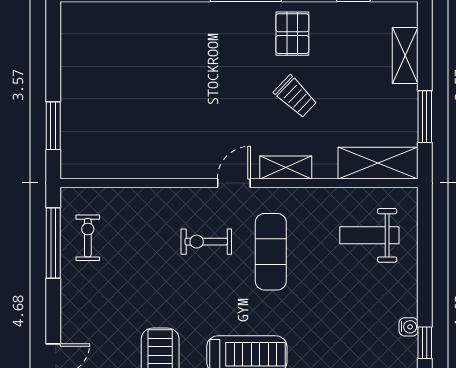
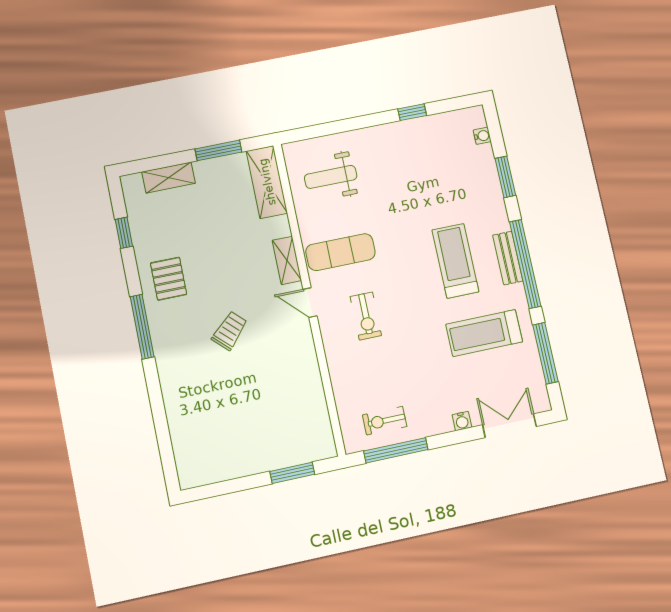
pallet: (292, 34) -> (169, 279), turned 90
trolley: (295, 97) -> (230, 331), moved
weight bench: (369, 235) -> (331, 177), turned 90
exercise mat: (271, 252) -> (340, 252), moved
water cooler: (409, 327) -> (462, 421), moved, turned 180

